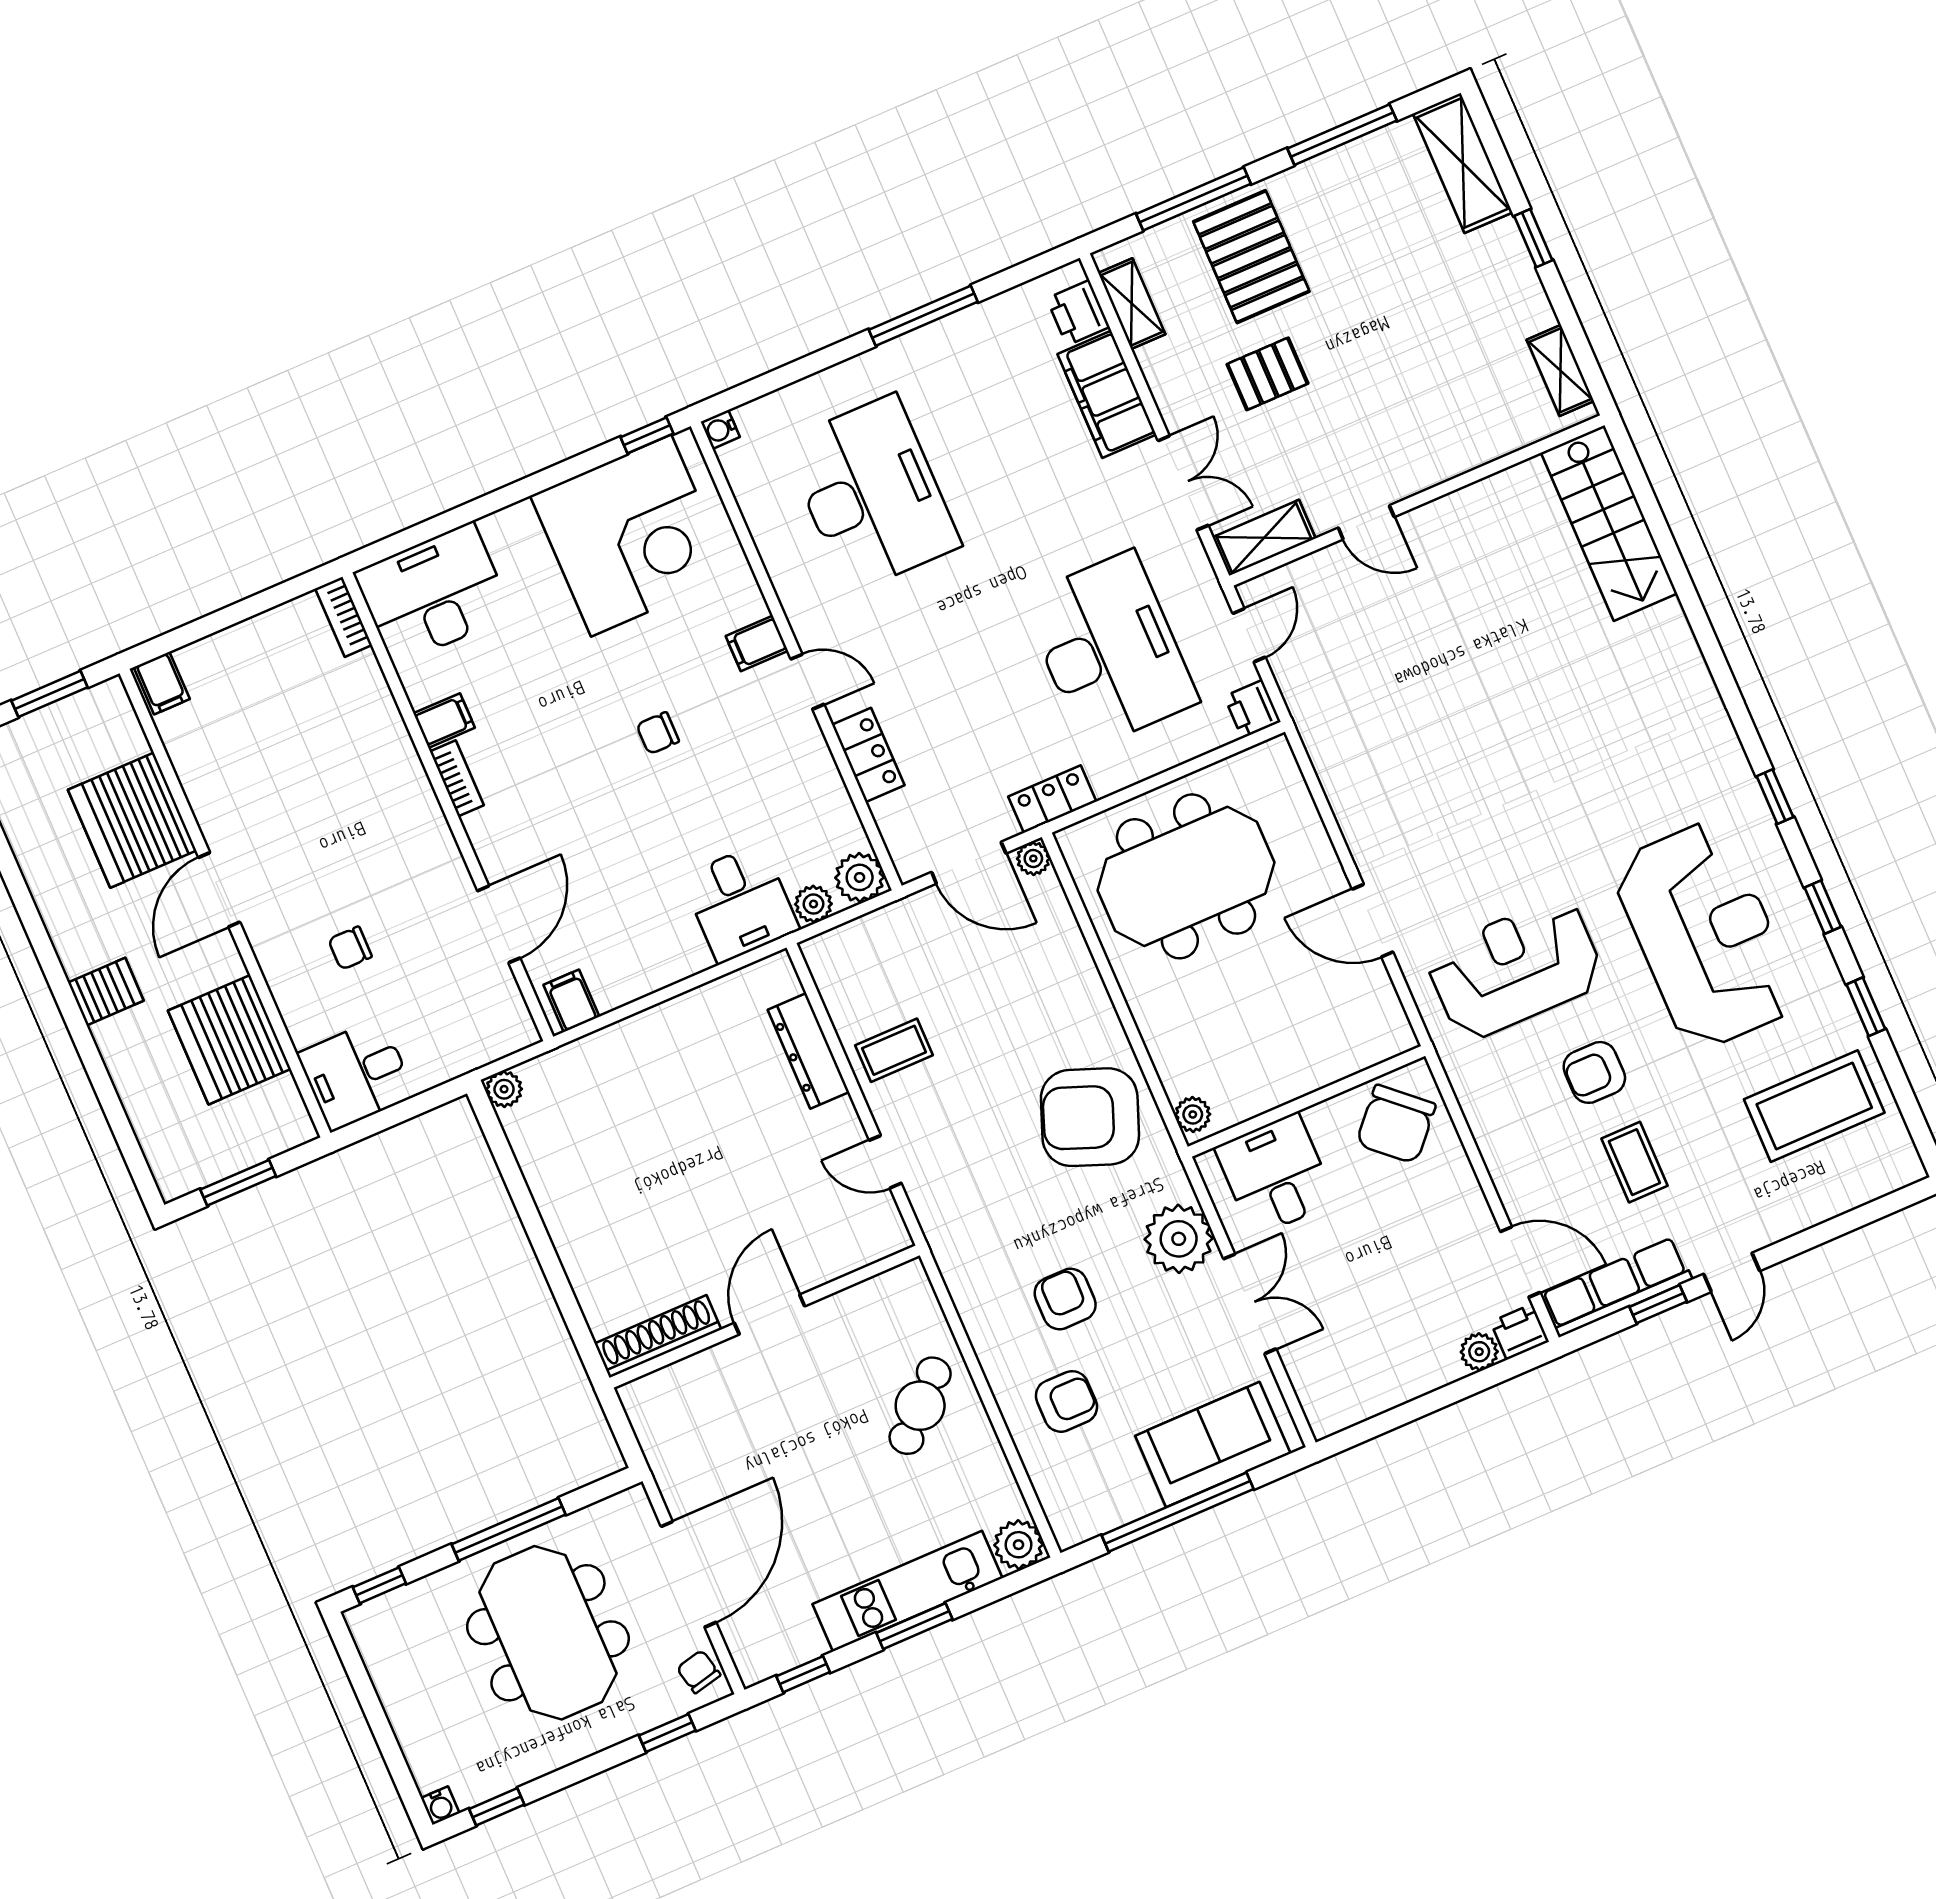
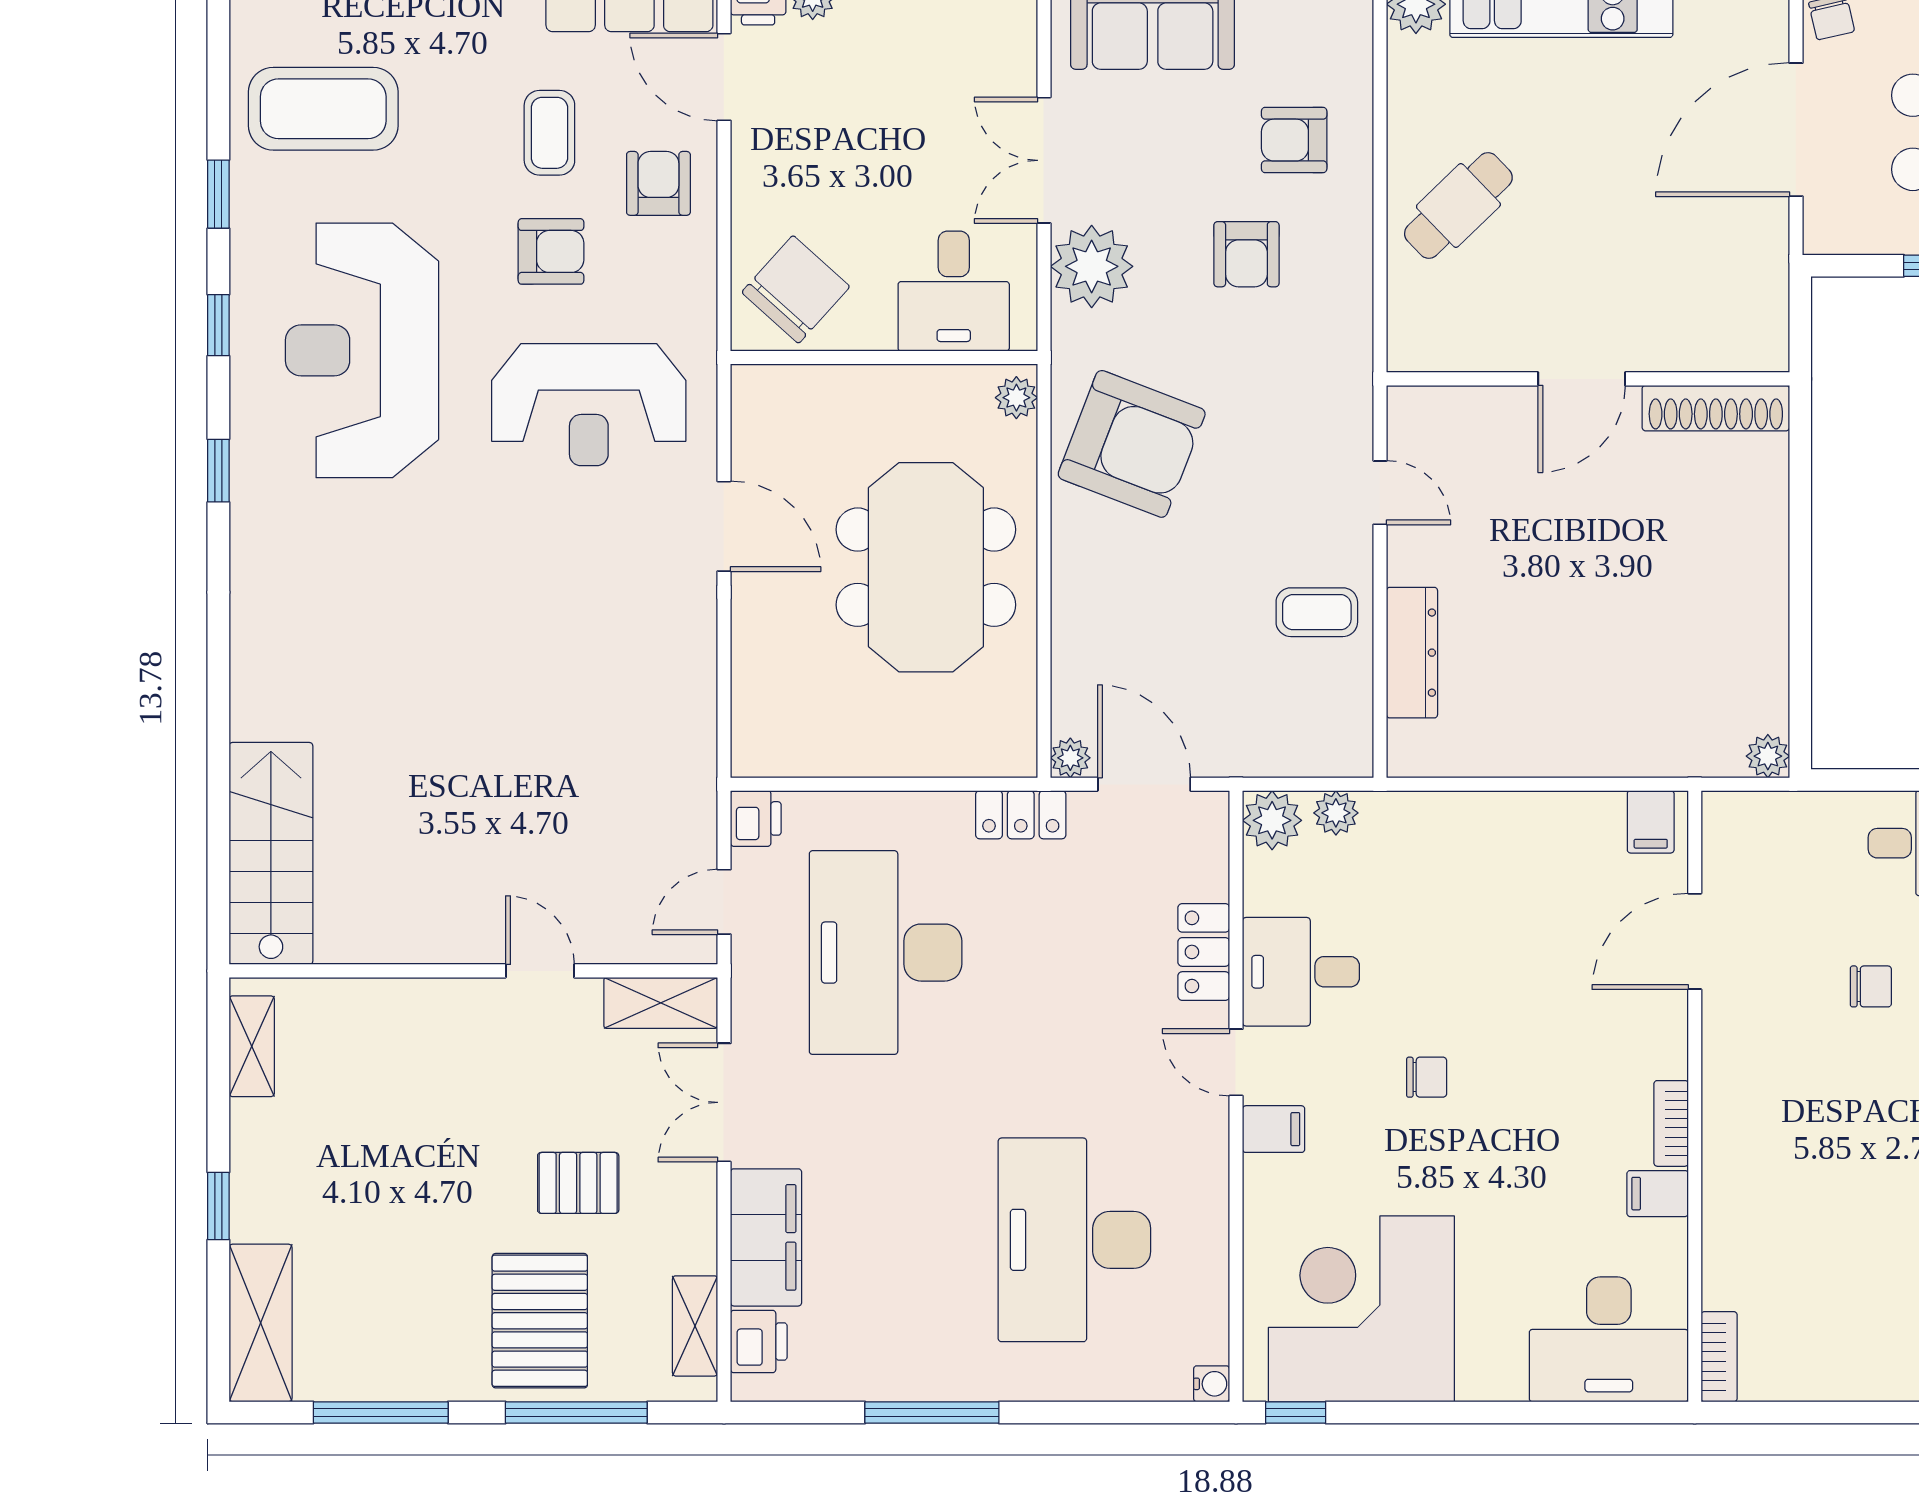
meeting table: (1186, 876) -> (926, 567), moved, turned 90
desk: (740, 903) -> (1301, 972), moved, turned -90
armchair: (1535, 1160) -> (658, 183), added

